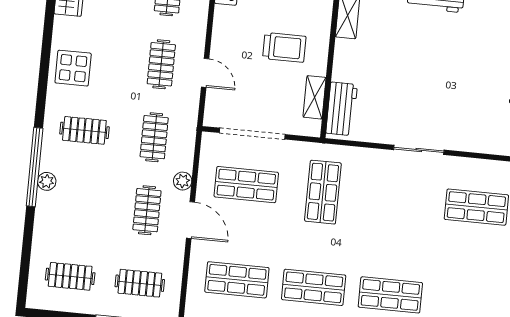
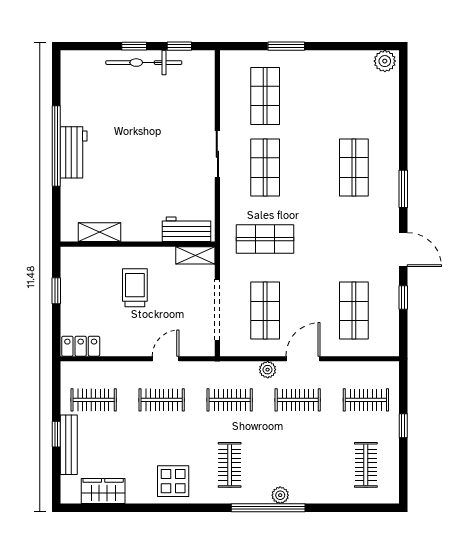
shelving: (315, 97) -> (195, 255), moved
clothes rail: (140, 283) -> (366, 400), turned 90
shop shelf: (314, 287) -> (265, 167), moved

